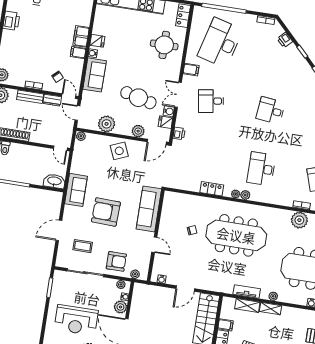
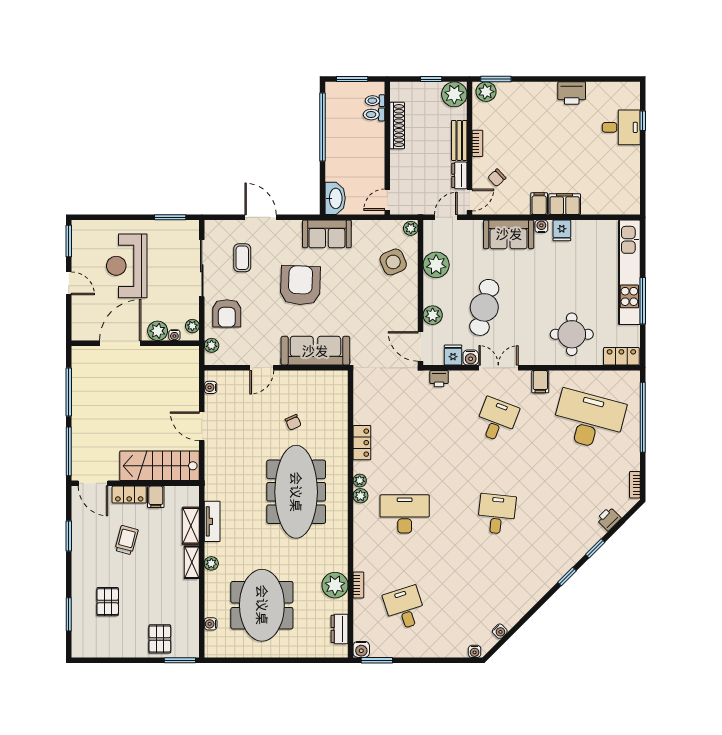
desk: (211, 101) -> (497, 420), turned 30
side table: (119, 151) -> (393, 262), moved

